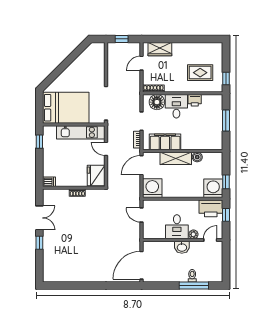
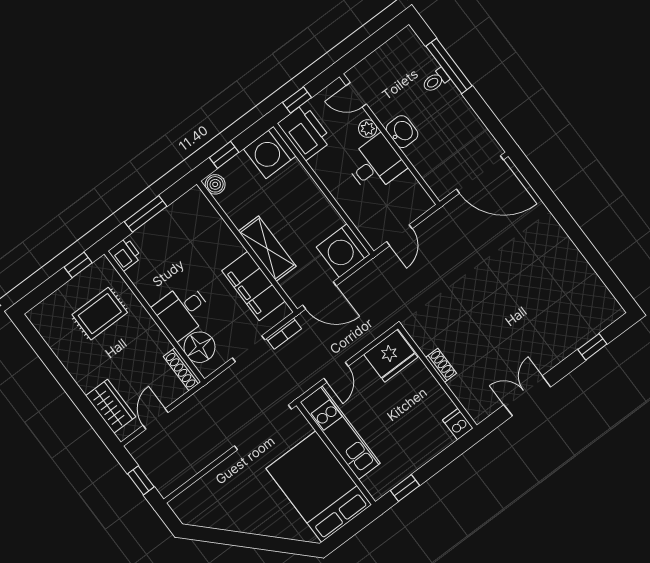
door: (142, 63) -> (156, 419), swing flipped
rug: (200, 73) -> (100, 314), turned 90
printer: (195, 100) -> (125, 254), moved
boiler: (197, 157) -> (215, 184), moved
window: (226, 182) -> (224, 155), moved
window: (39, 243) -> (592, 347), moved

